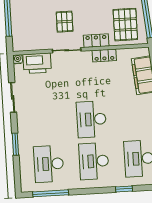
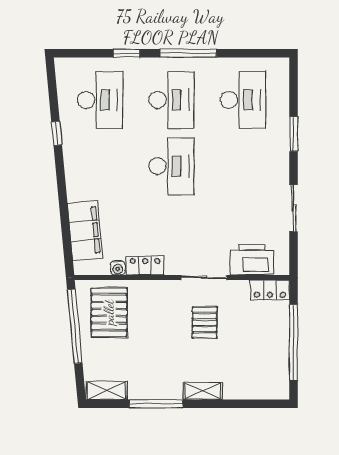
locker: (96, 41) -> (270, 290), moved
water cooler: (18, 59) -> (118, 268), moved
window: (51, 193) -> (188, 53), moved

